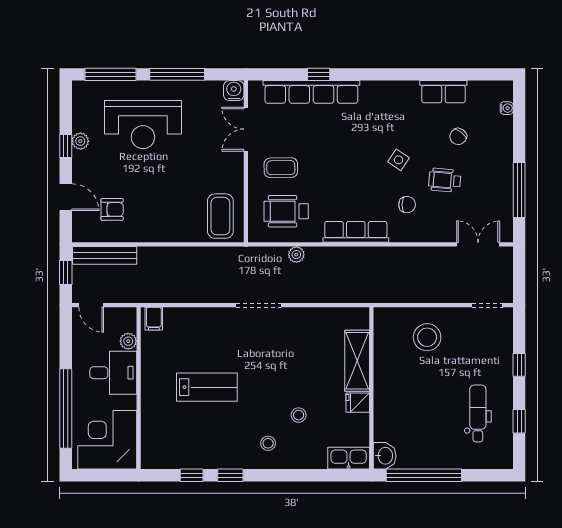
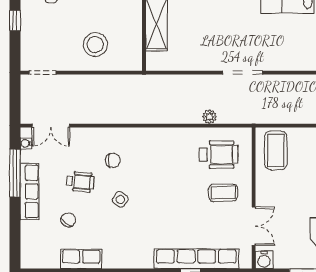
water cooler: (507, 108) -> (26, 143), moved
chair: (407, 205) -> (113, 160), turned 180
row of seats: (356, 232) -> (30, 191), moved, turned -90

